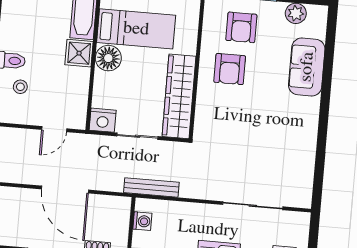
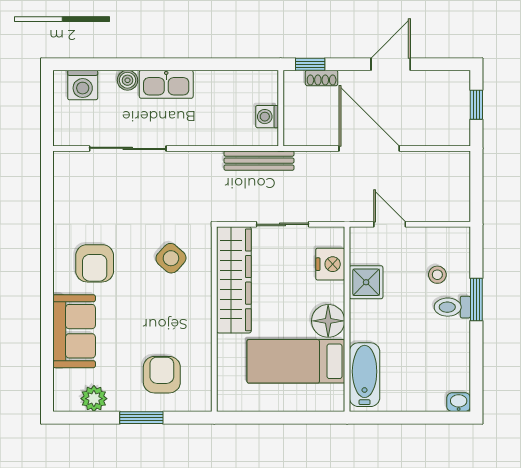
shower: (79, 53) -> (366, 282), moved
armchair: (230, 69) -> (95, 263), moved, turned 180
side table: (226, 117) -> (171, 258), added
nightstand: (103, 120) -> (330, 264), moved, turned 90
door: (54, 129) -> (390, 224), hinge flipped

